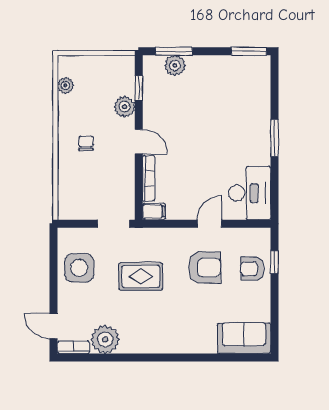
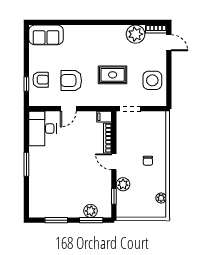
window: (249, 51) -> (56, 220), moved

